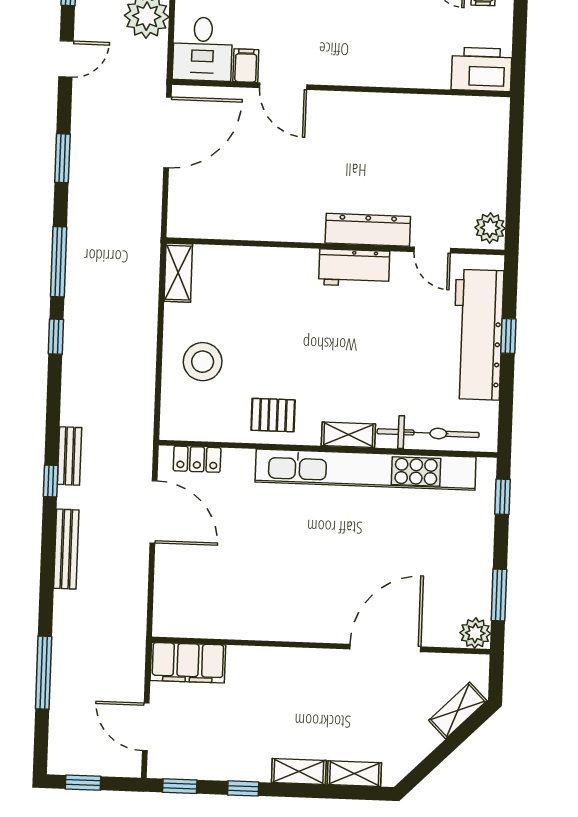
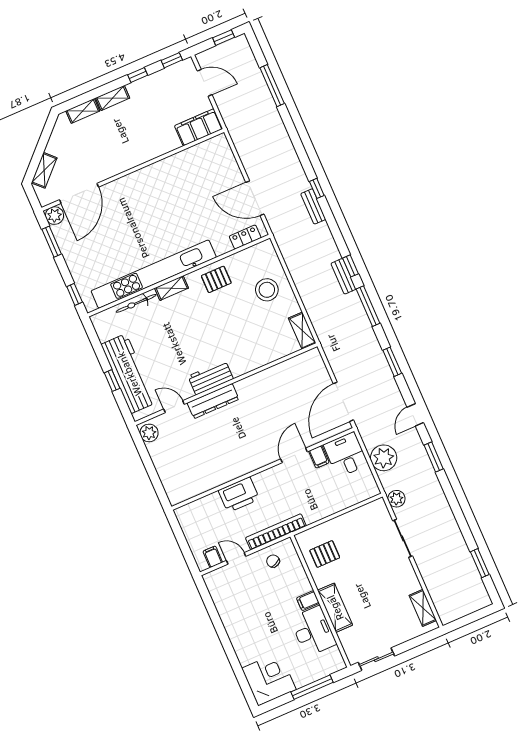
printer: (482, 69) -> (239, 495), moved
door: (283, 86) -> (294, 455), hinge flipped
bicycle: (428, 433) -> (136, 303), width x0.73, depth x0.71
bench: (66, 549) -> (344, 276), moved, width x0.73
door: (385, 648) -> (79, 193), moved

